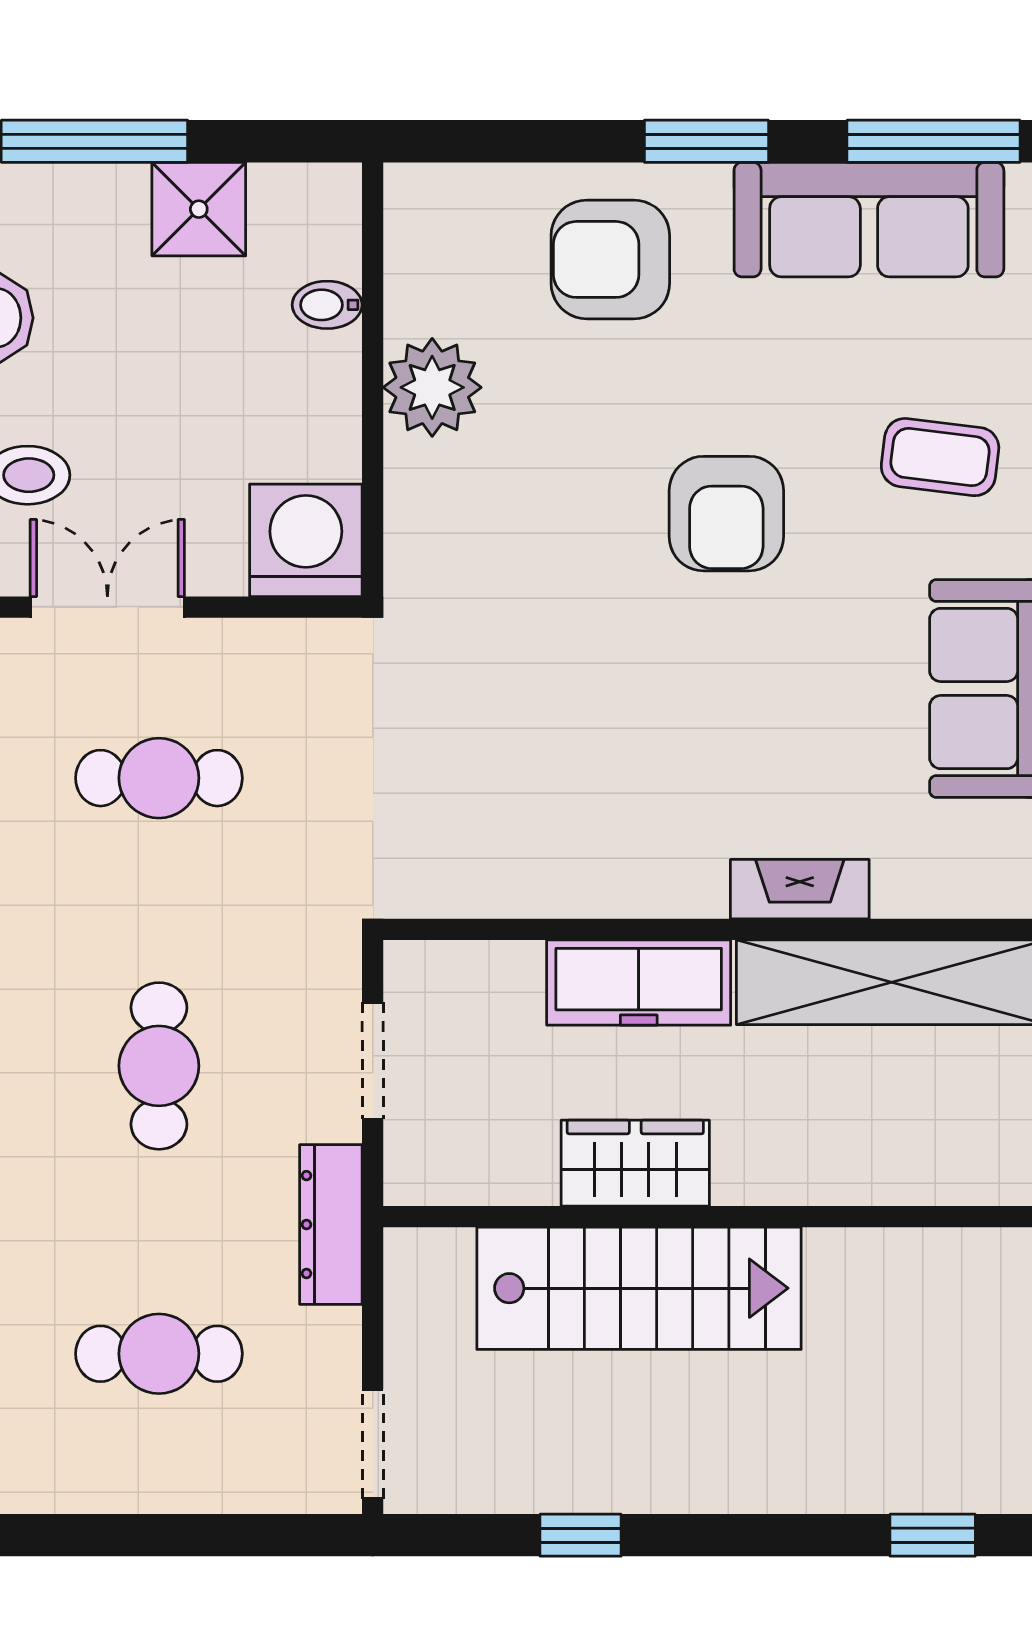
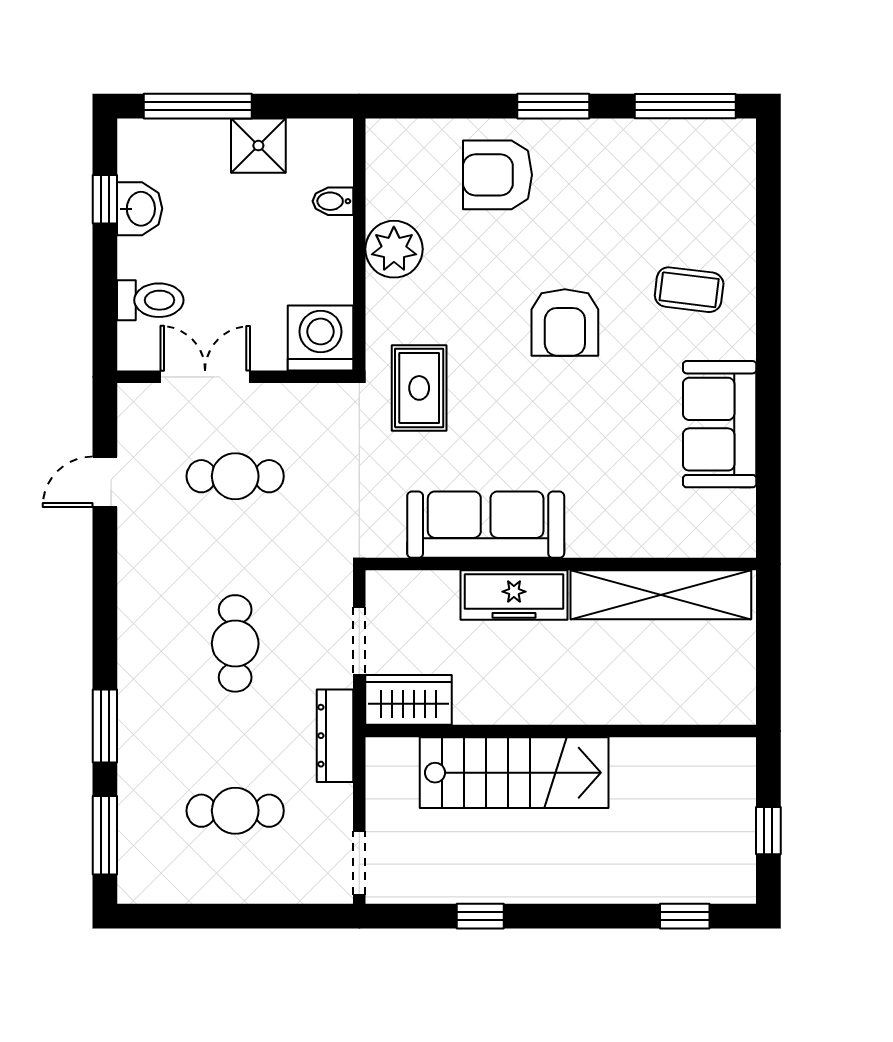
sofa: (869, 220) -> (486, 525), moved, turned 180
rug: (475, 626) -> (419, 388), added
fireplace: (800, 889) -> (608, 541), removed
wardrobe: (635, 1163) -> (408, 700), moved

